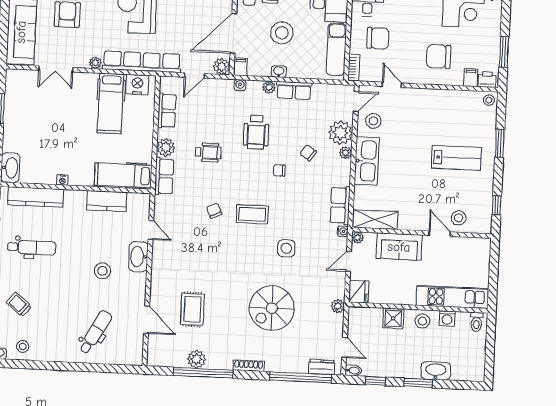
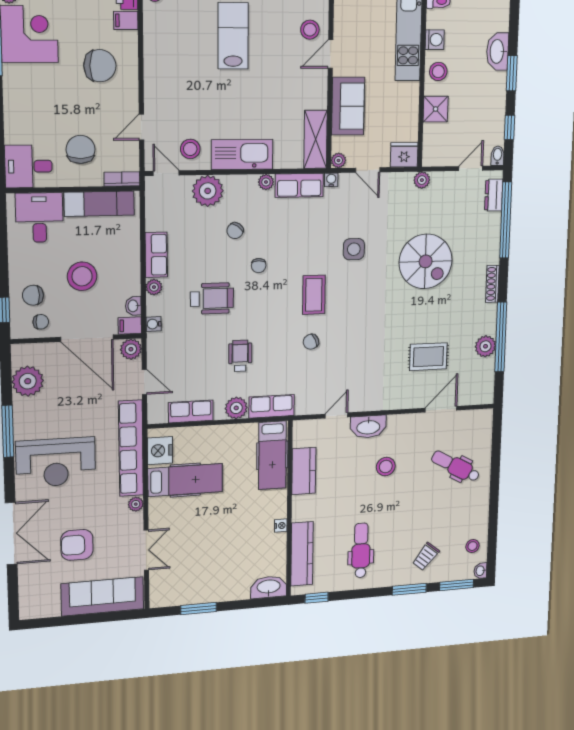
chair: (439, 56) -> (100, 66), turned -90
washbasin: (279, 72) -> (133, 306), moved
plant: (346, 153) -> (266, 182), moved

